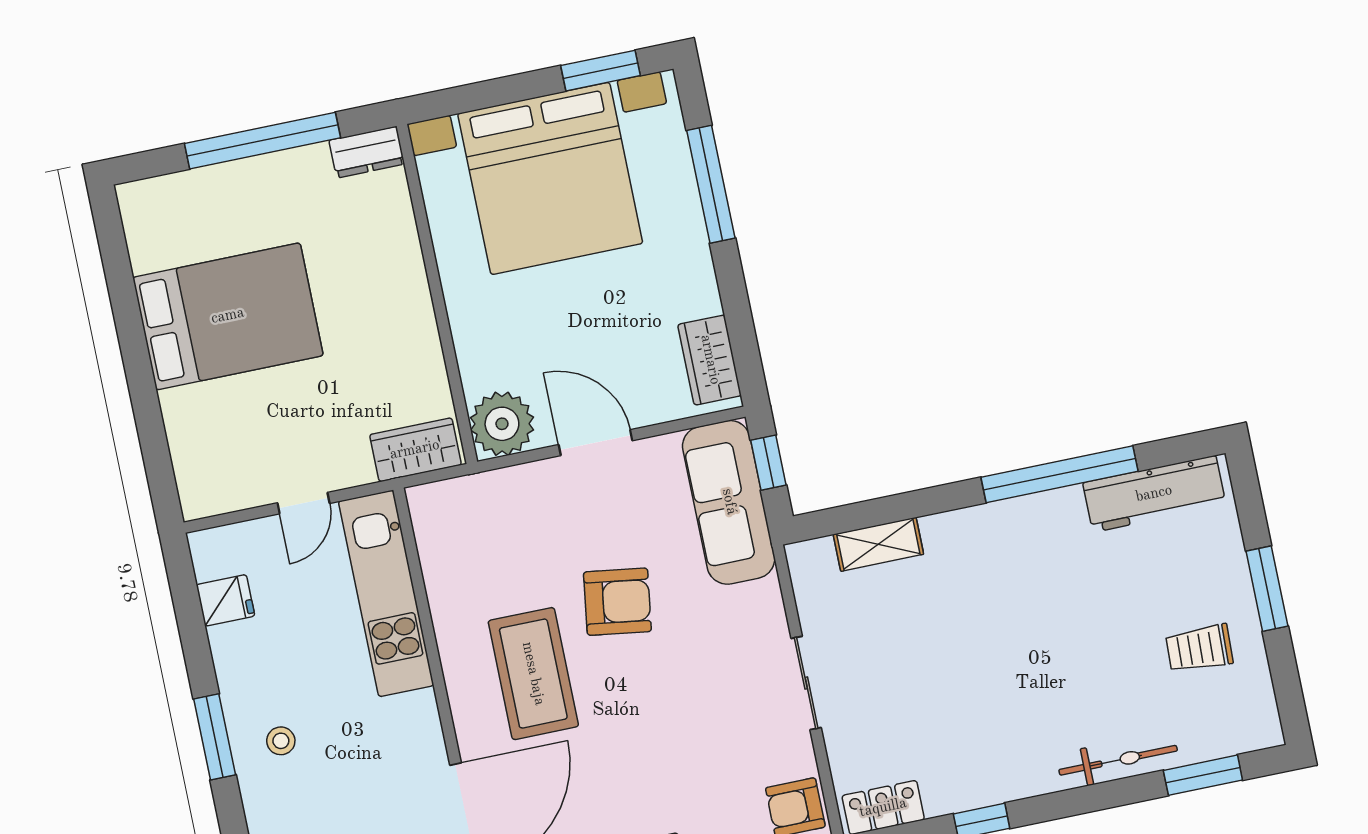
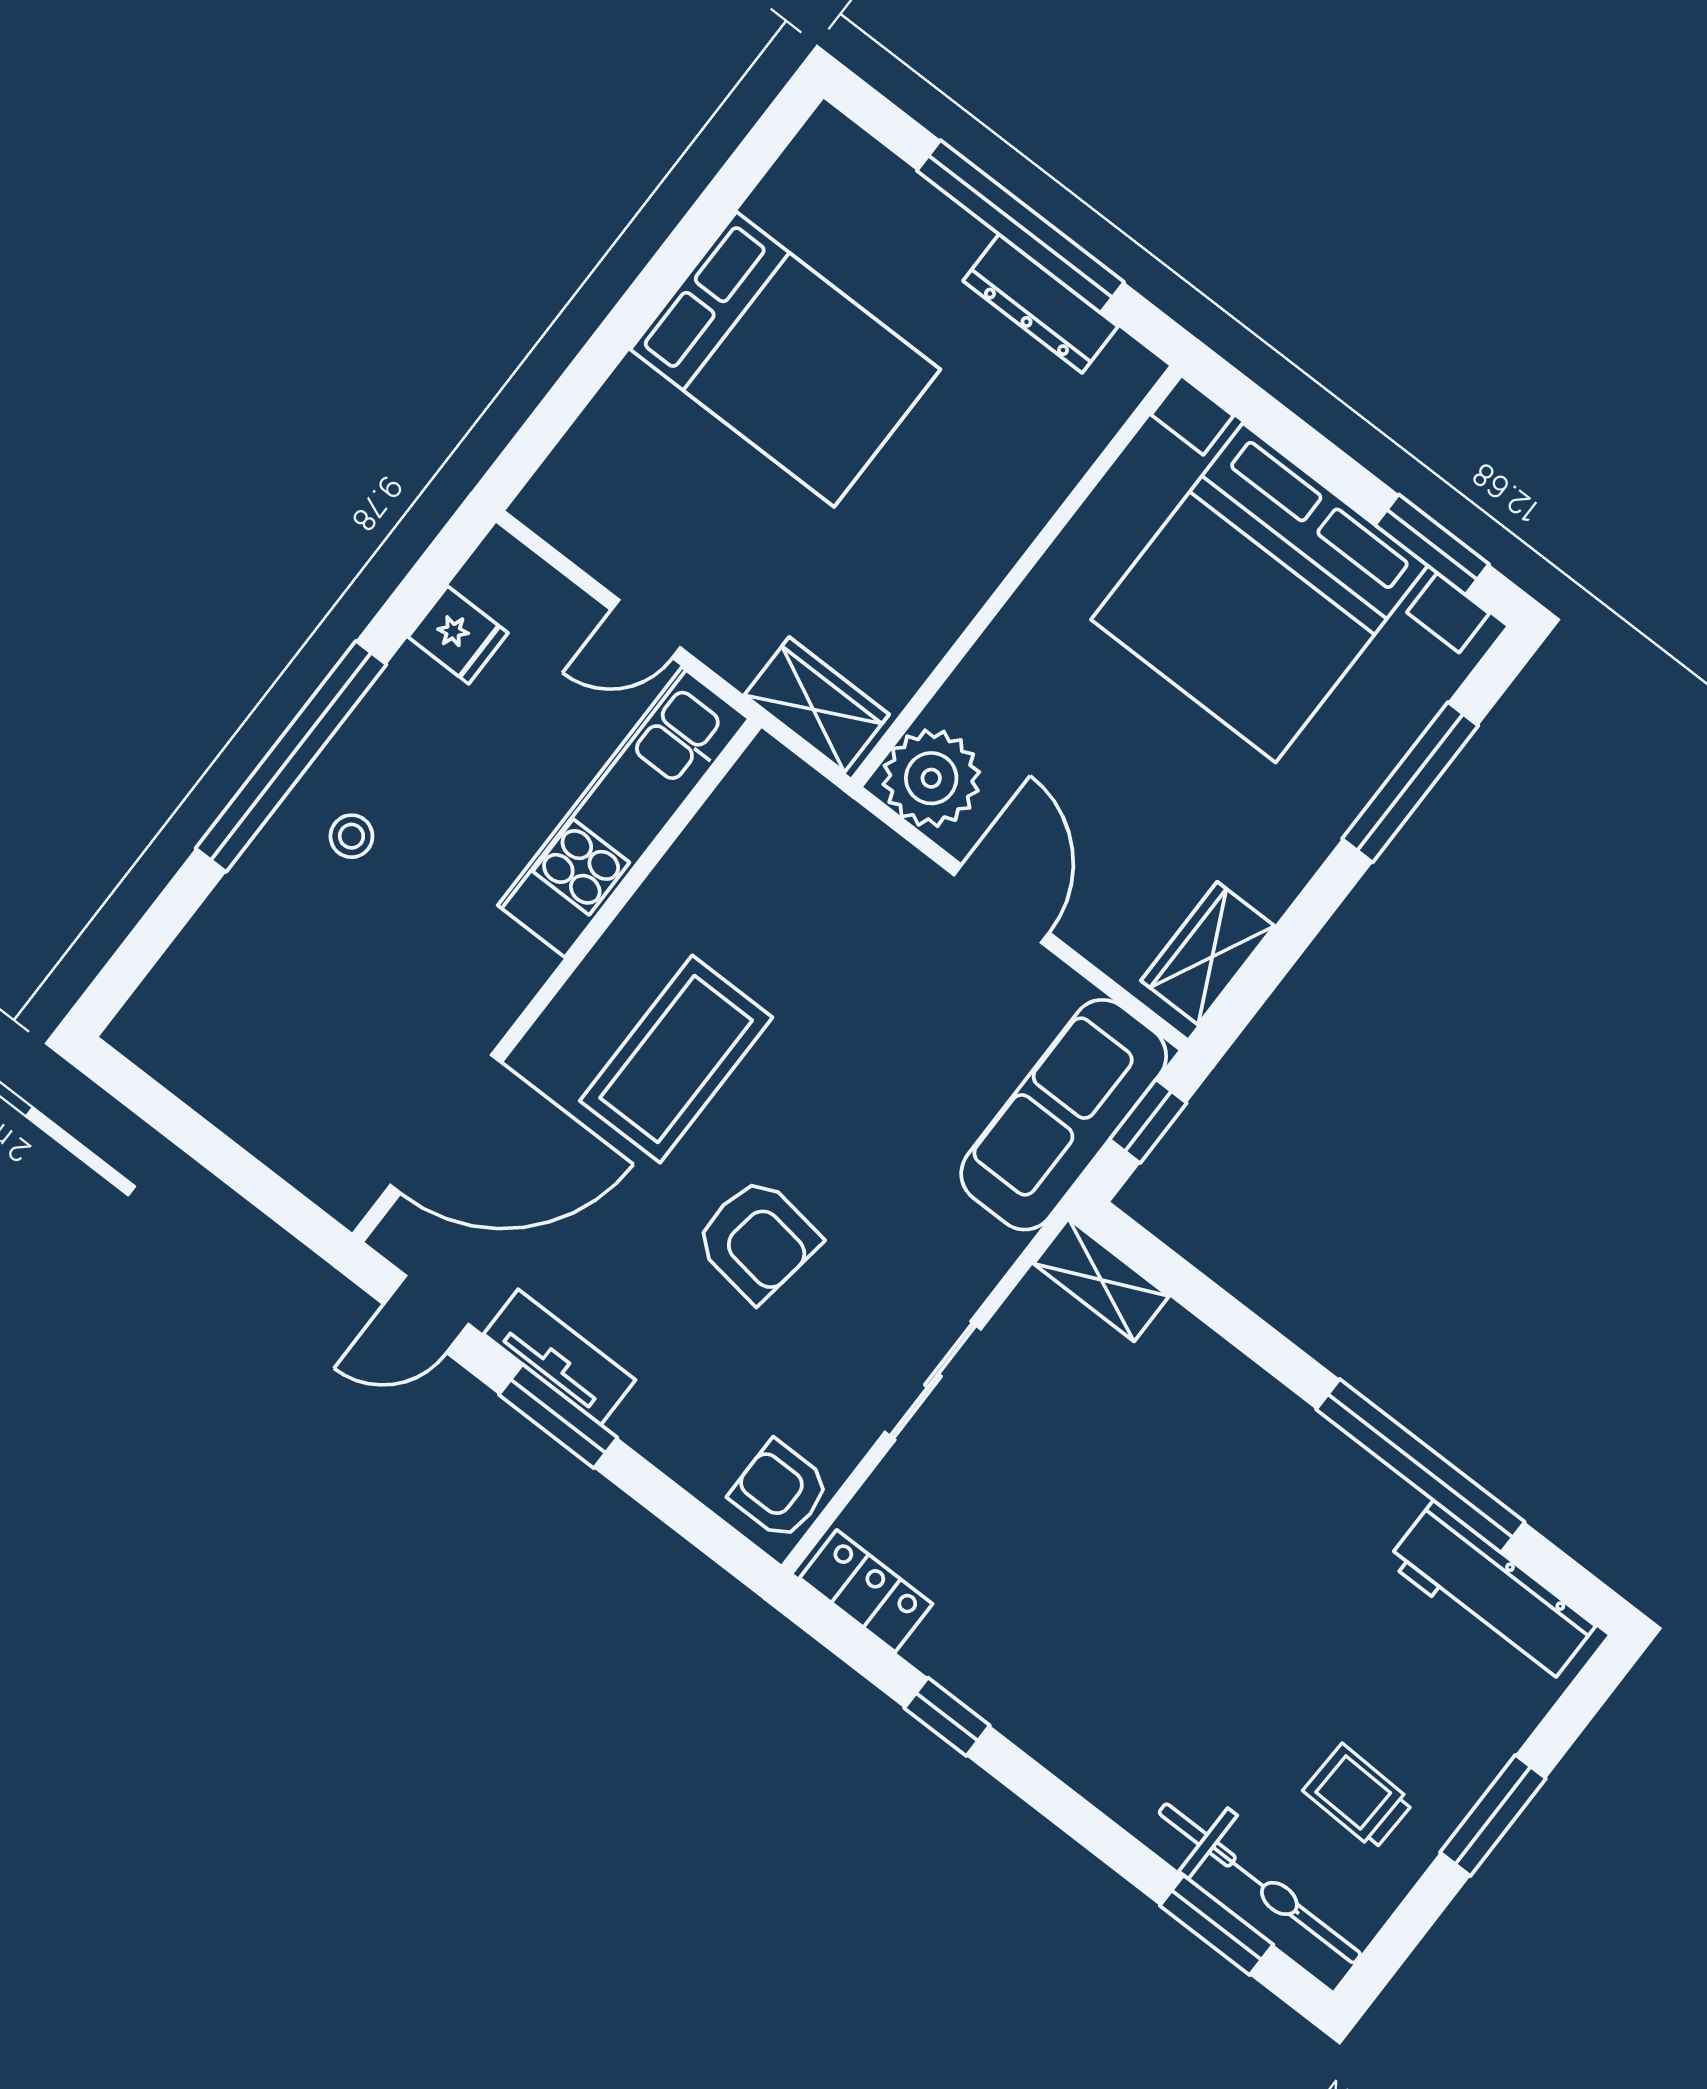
dresser: (367, 152) -> (1041, 304), moved, width x1.44
shelving: (878, 544) -> (1101, 1280), moved
armchair: (617, 602) -> (757, 1240), moved
window: (215, 737) -> (291, 756), width x2.11
bicycle: (1118, 760) -> (1260, 1883), moved, width x1.37, depth x1.40

